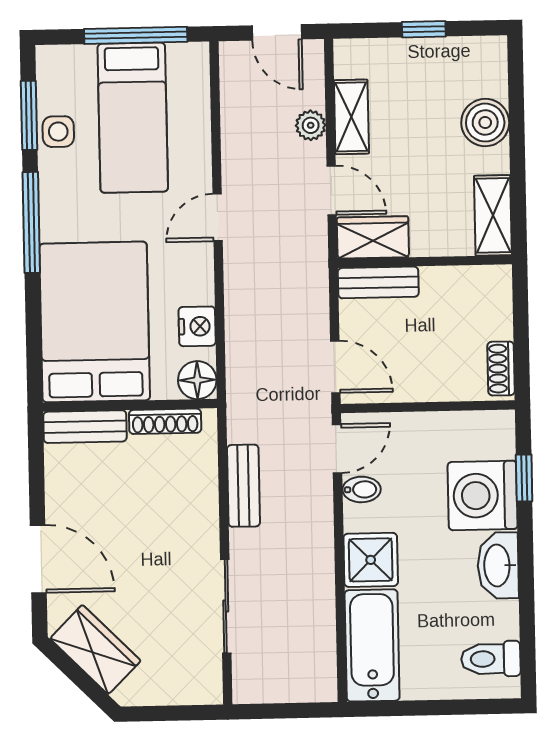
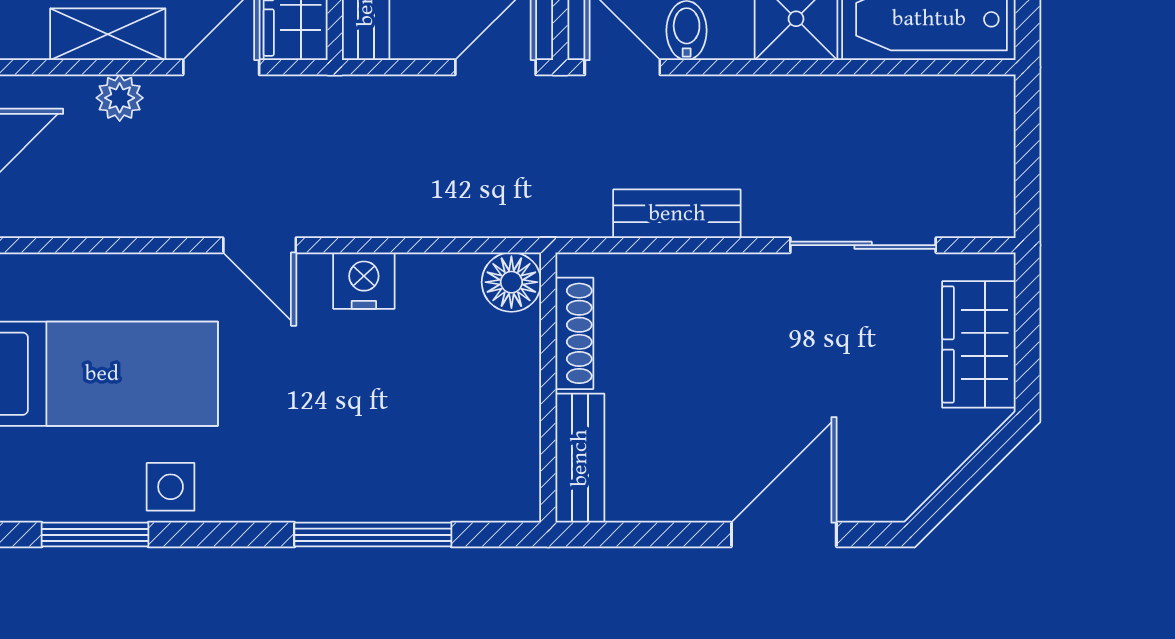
side table: (58, 132) -> (171, 487), moved
window: (31, 222) -> (373, 535), moved
bed: (95, 322) -> (418, 439), removed
nightstand: (197, 326) -> (364, 281), moved
wardrobe: (95, 650) -> (979, 344), moved, turned -45

